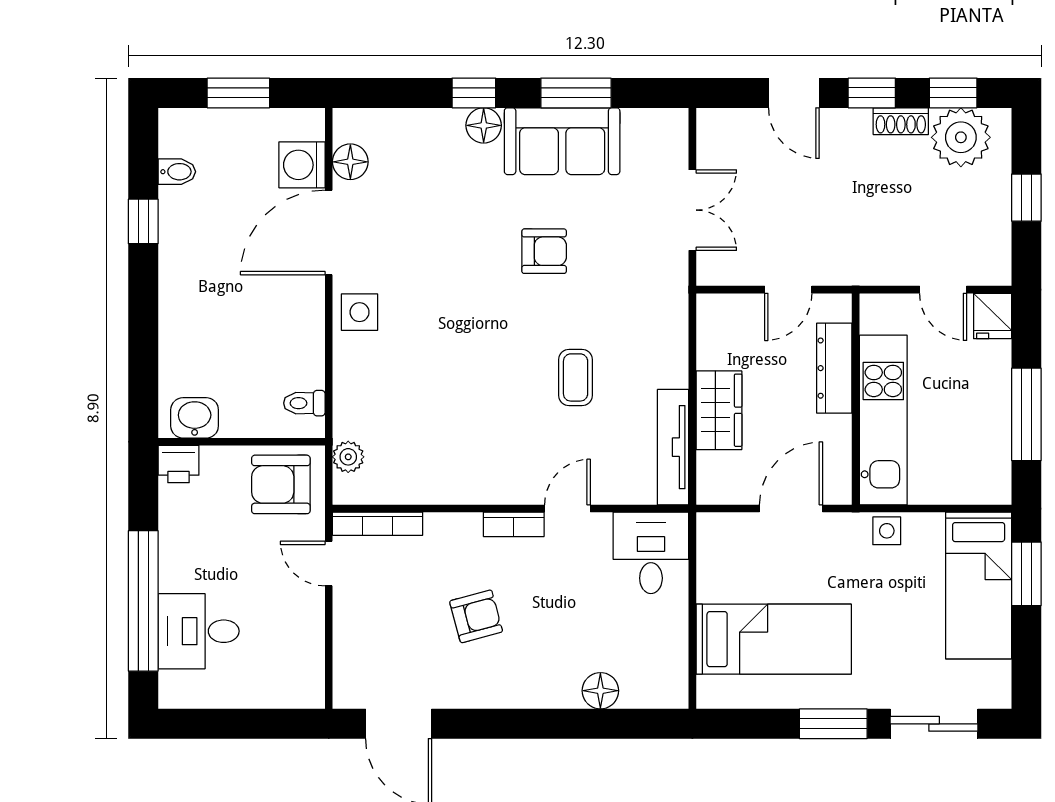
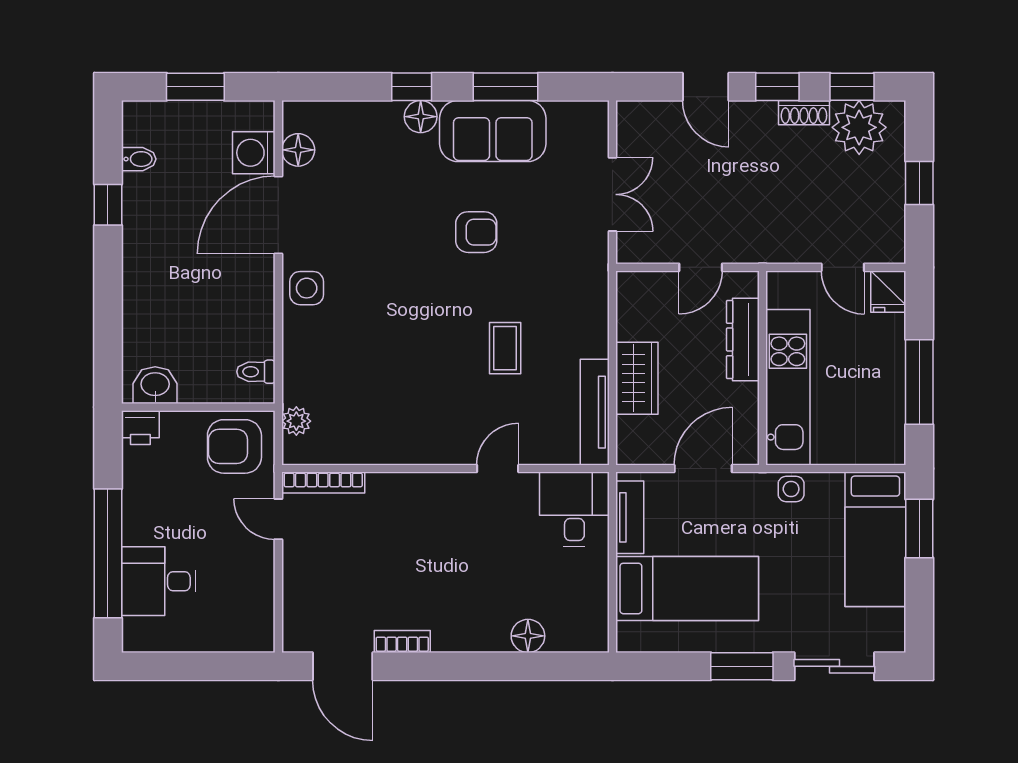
bookcase: (514, 524) -> (402, 641), moved, turned 180
tv unit: (711, 562) -> (630, 517), added
armchair: (476, 616) -> (414, 568), removed

